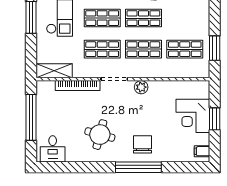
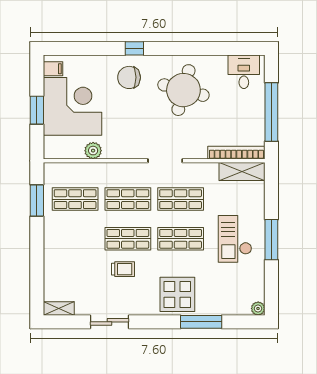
bookcase: (78, 86) -> (236, 153), moved
plant: (141, 87) -> (93, 151), moved
corner desk: (193, 116) -> (73, 106), width x1.36, depth x1.36
round table: (100, 135) -> (183, 90), width x1.36, depth x1.36
chair: (143, 144) -> (129, 77), turned 90
window: (138, 167) -> (134, 48), width x0.32

